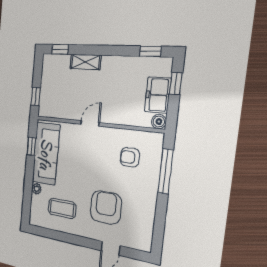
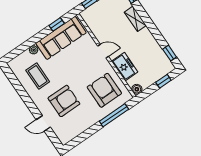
freezer: (158, 95) -> (125, 67), moved, turned 90
armchair: (130, 157) -> (104, 90), width x1.88, depth x1.88

